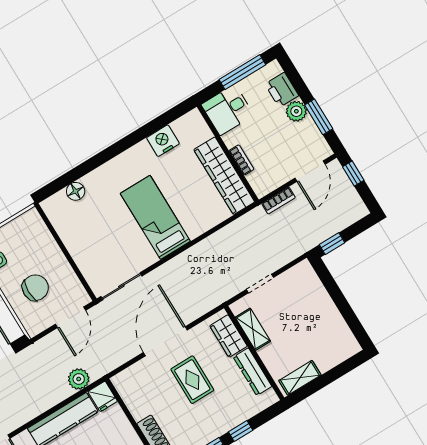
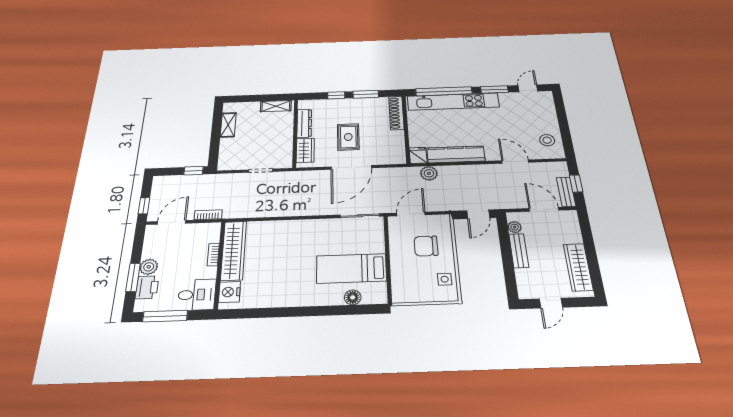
window: (319, 117) -> (133, 277), moved
nightstand: (163, 141) -> (230, 292), moved, turned 90
bed: (155, 217) -> (351, 268), moved, turned 90
shelving: (253, 329) -> (228, 125), moved

